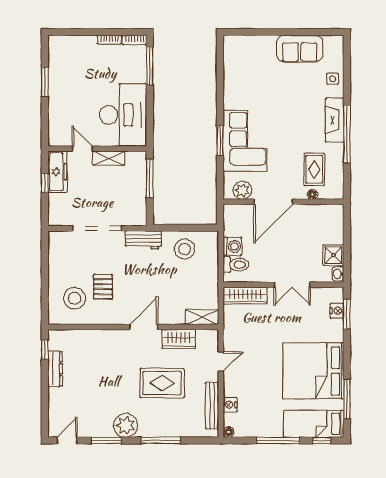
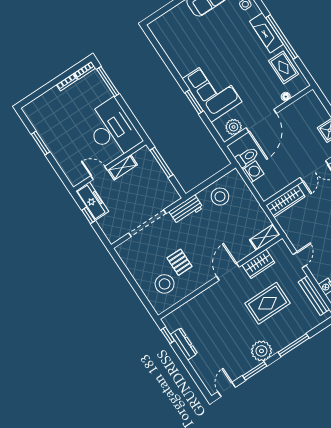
rug: (314, 169) -> (283, 67), moved
toilet: (236, 265) -> (247, 157), moved

